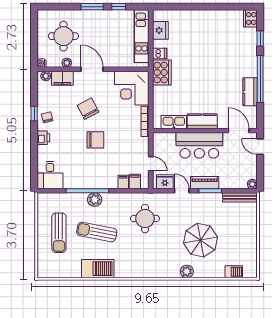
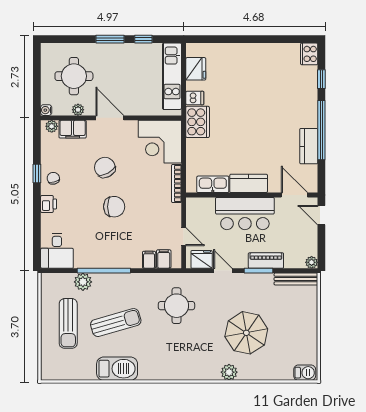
piano: (205, 183) -> (266, 261), moved
plant: (95, 200) -> (83, 282), moved
sun lounger: (97, 232) -> (116, 323), turned 153
barbecue: (234, 272) -> (305, 373), moved

